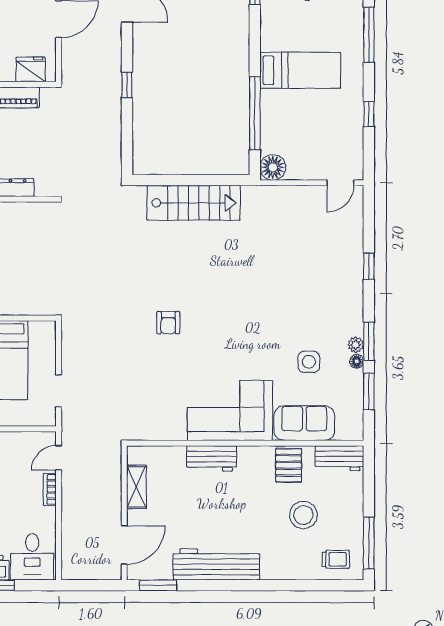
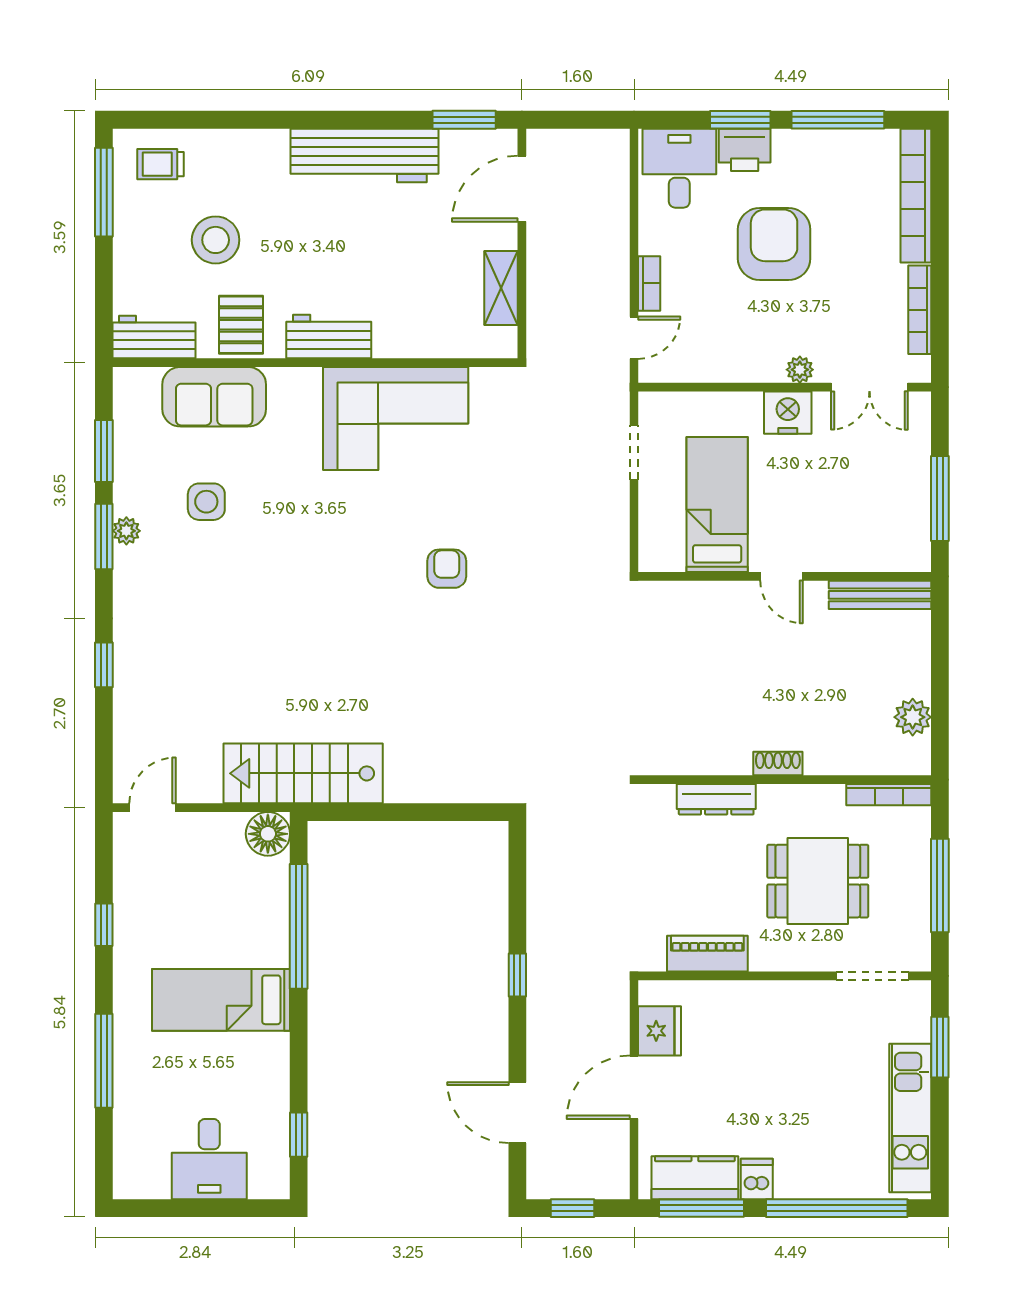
fridge: (31, 69) -> (660, 1031), moved, turned -90
stairs: (194, 203) -> (303, 773), moved
floor lamp: (357, 361) -> (125, 502), removed
corner sofa: (230, 410) -> (396, 418), moved
workbench: (212, 458) -> (329, 337), moved

